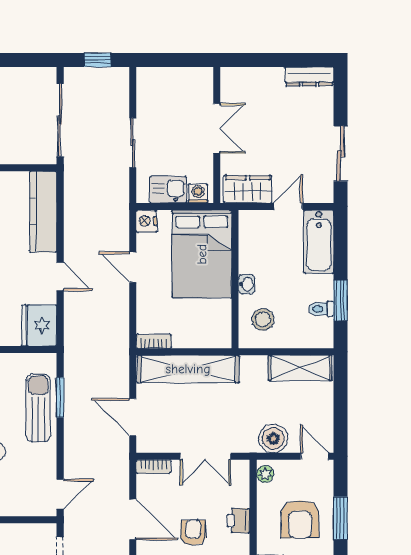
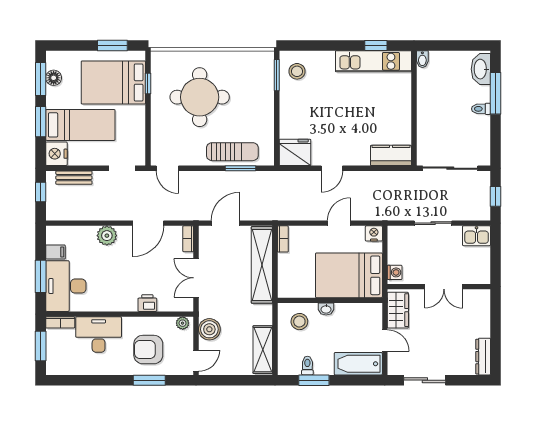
kitchen sink: (168, 190) -> (477, 236), moved, turned 90
kitchen counter: (43, 212) -> (391, 155), width x0.67
armchair: (193, 533) -> (138, 269), removed

